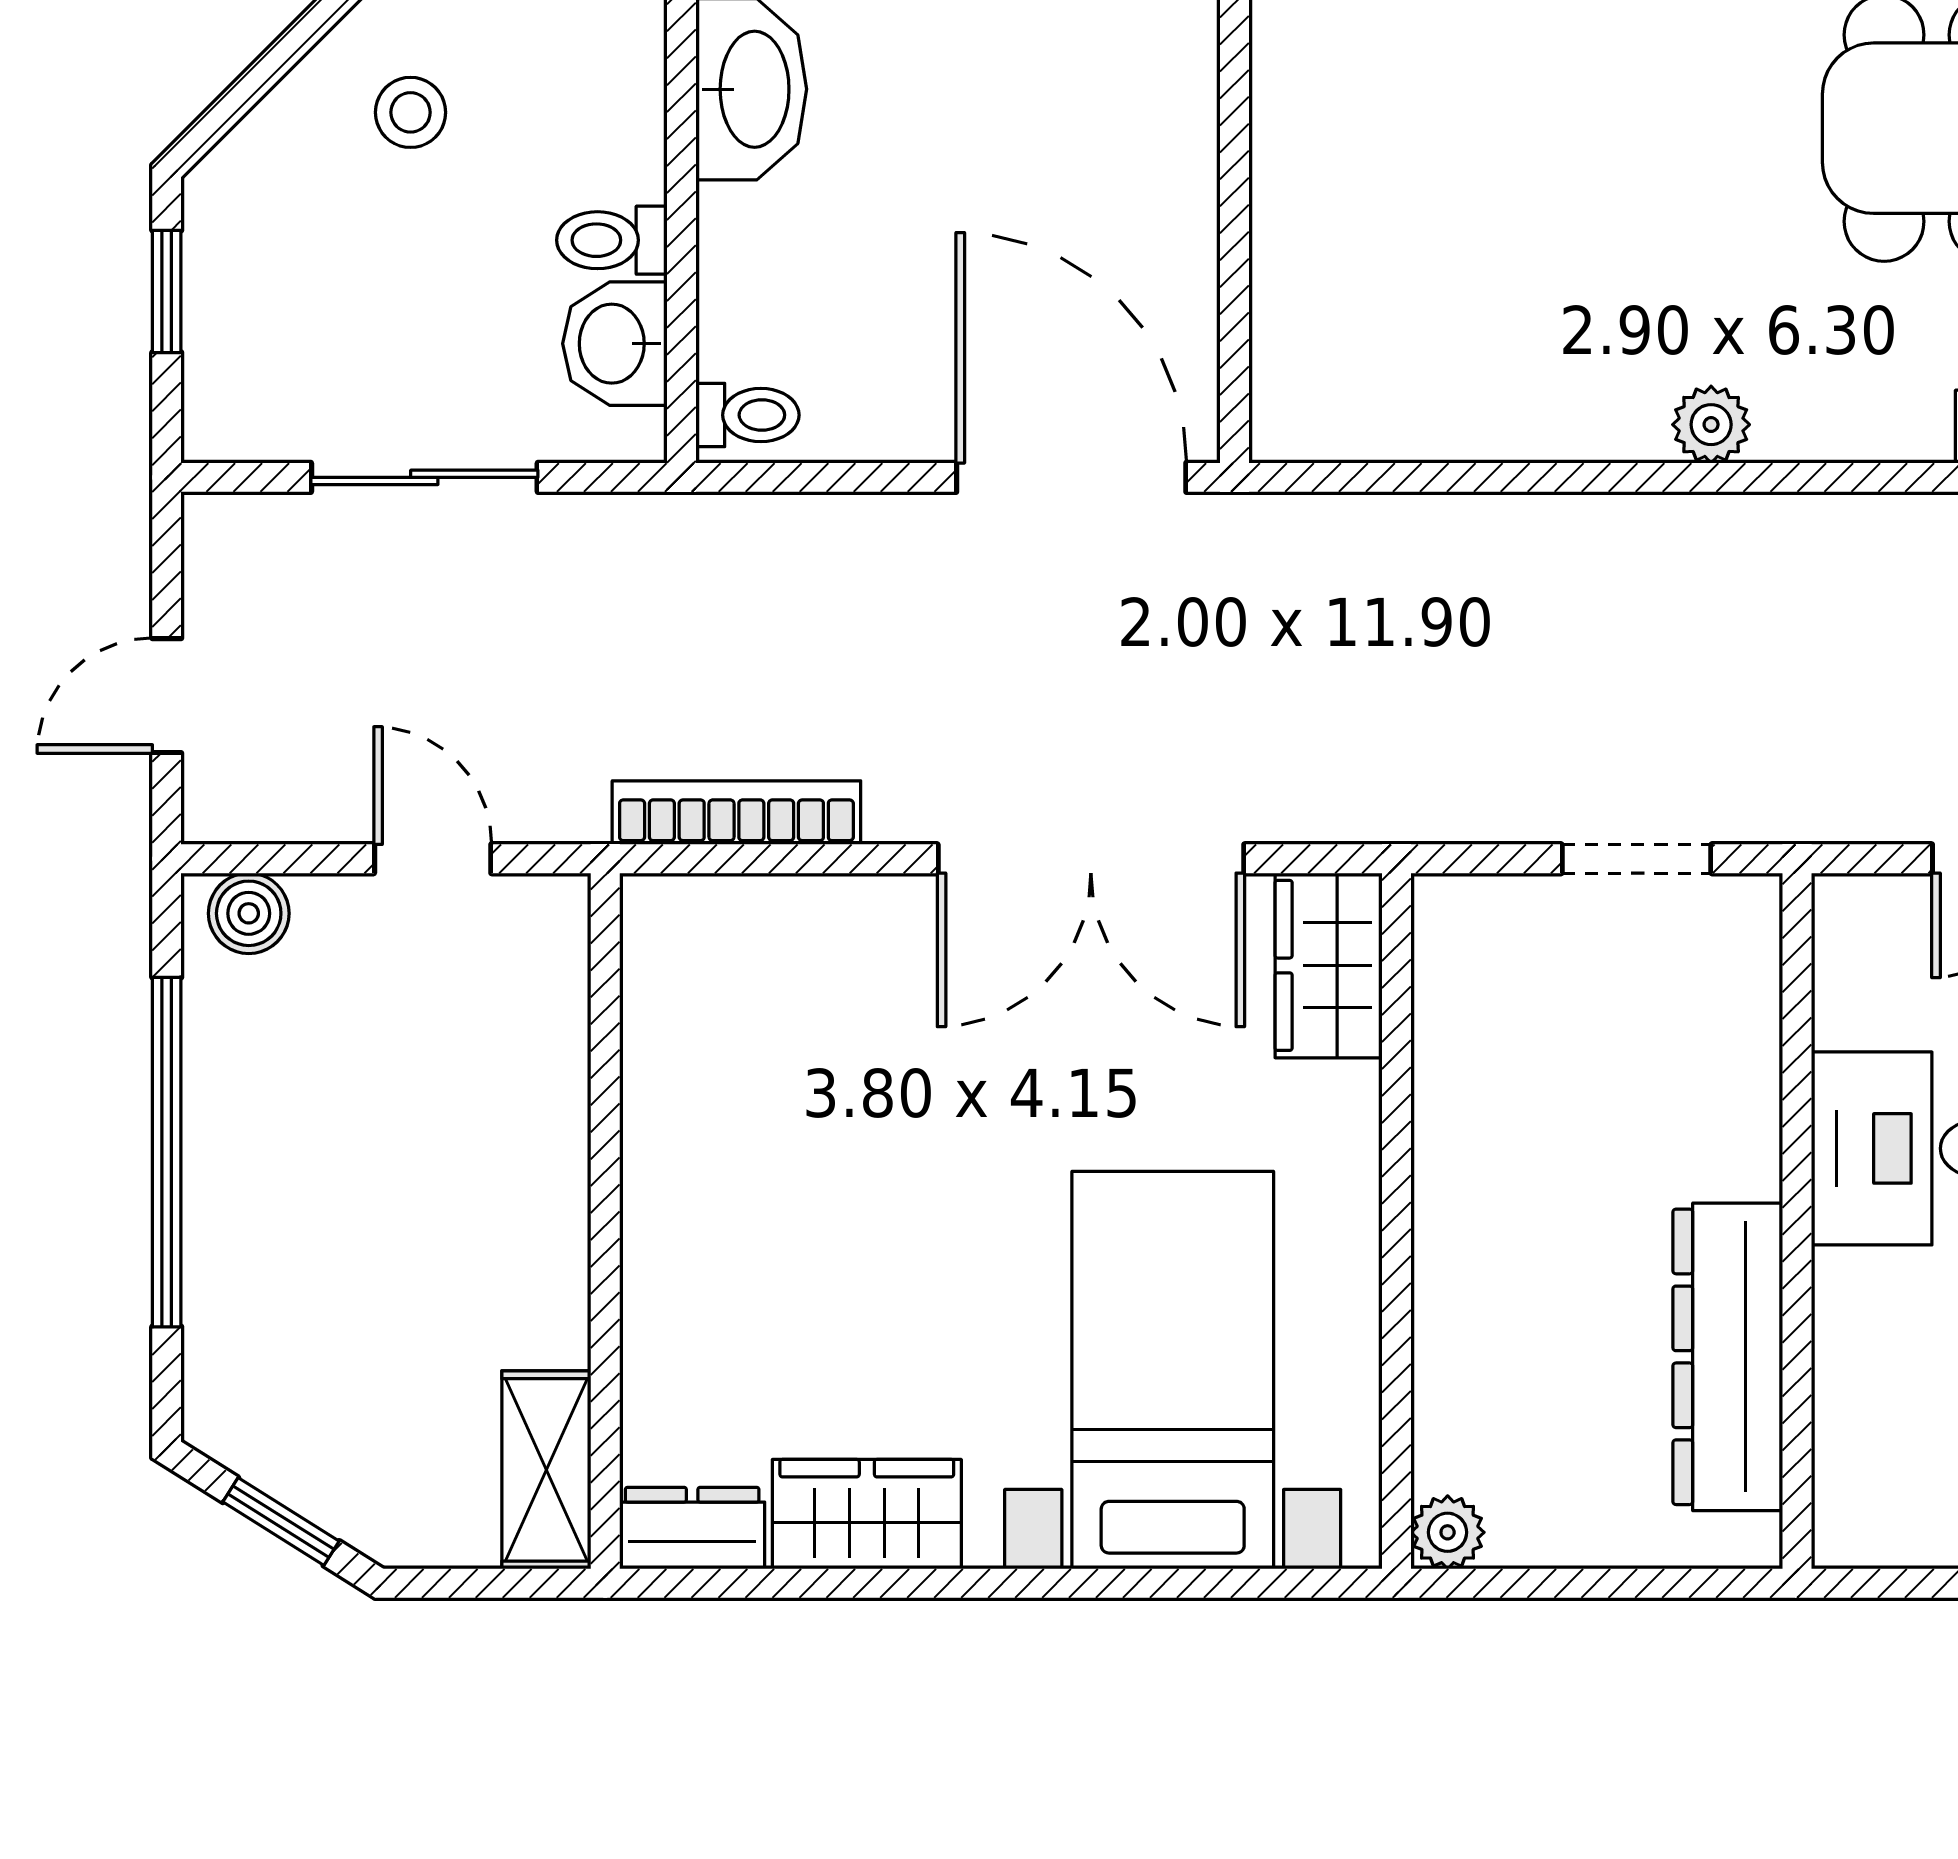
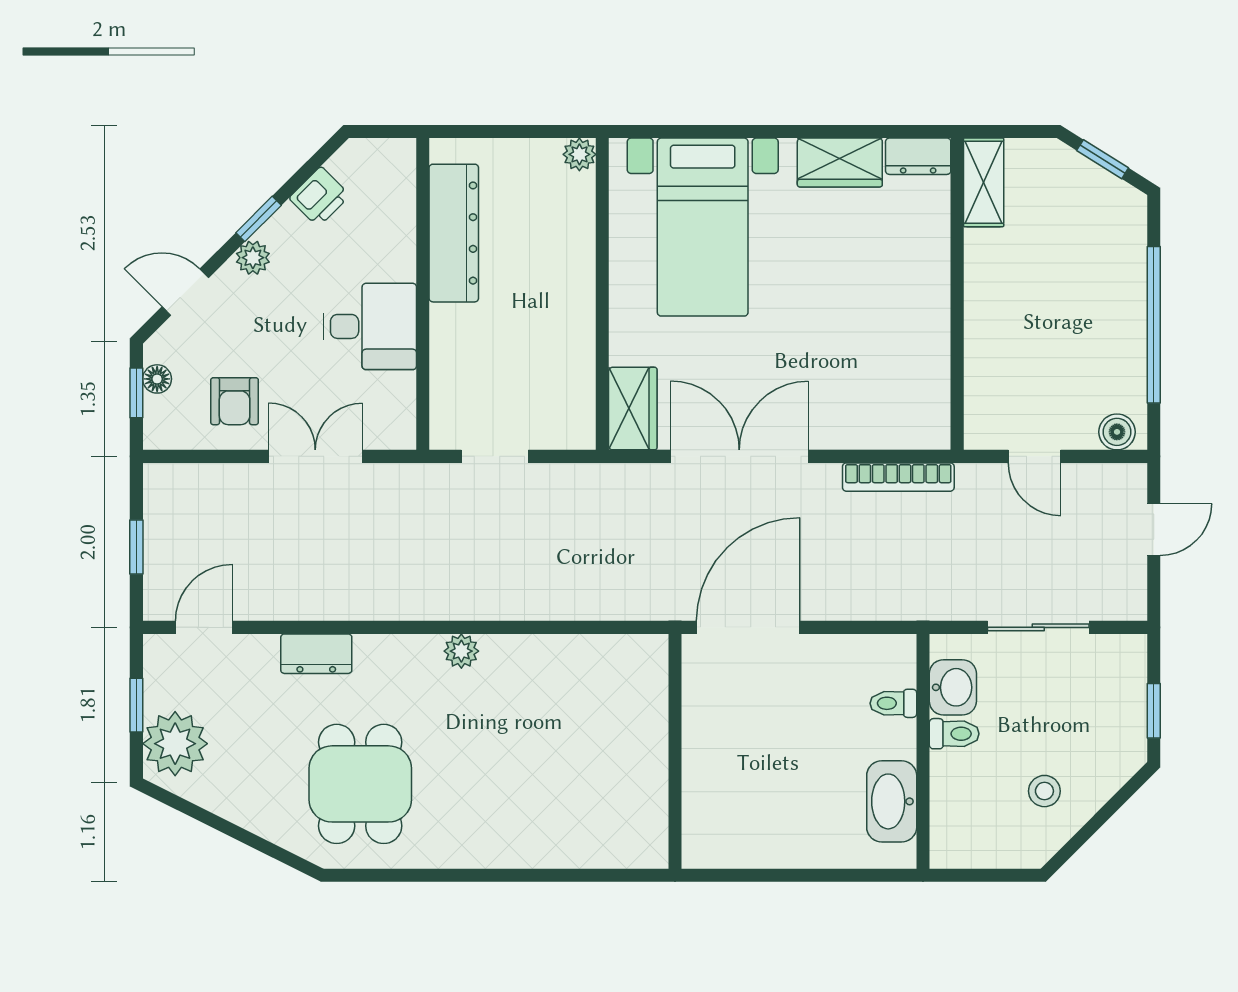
toilet: (747, 415) -> (893, 703), moved
door: (1071, 477) -> (748, 627), swing flipped

